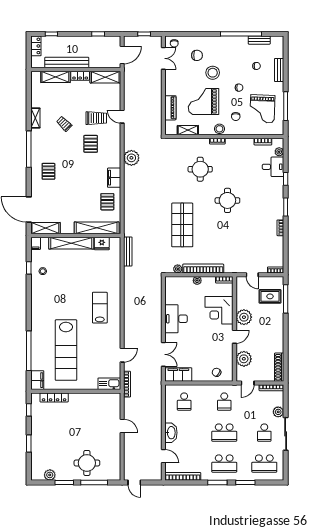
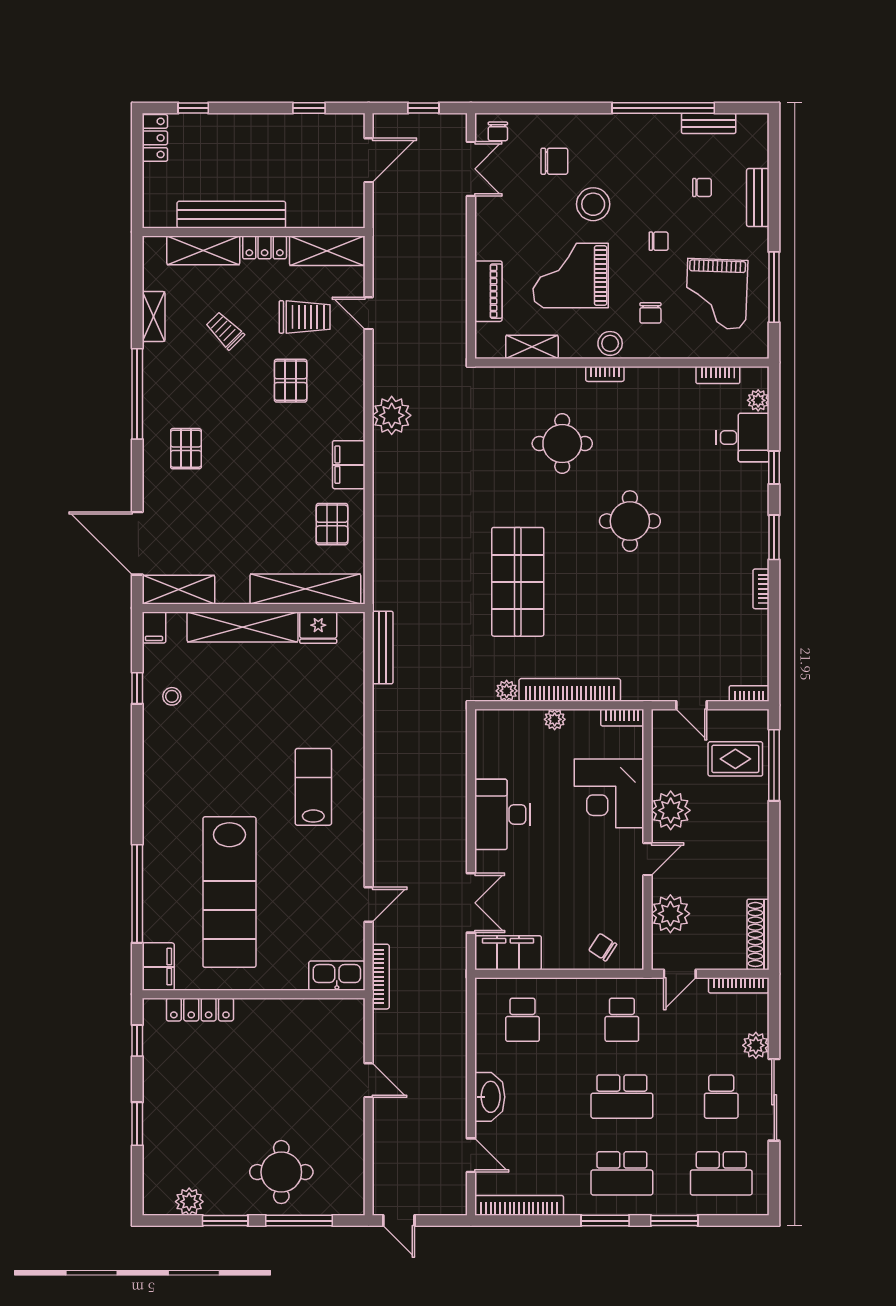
bench: (67, 62) -> (231, 215), moved
wall: (76, 69) -> (254, 232), moved
locker: (80, 76) -> (265, 247), moved
shelving: (55, 77) -> (203, 250), moved
shelving: (105, 77) -> (327, 251), moved

